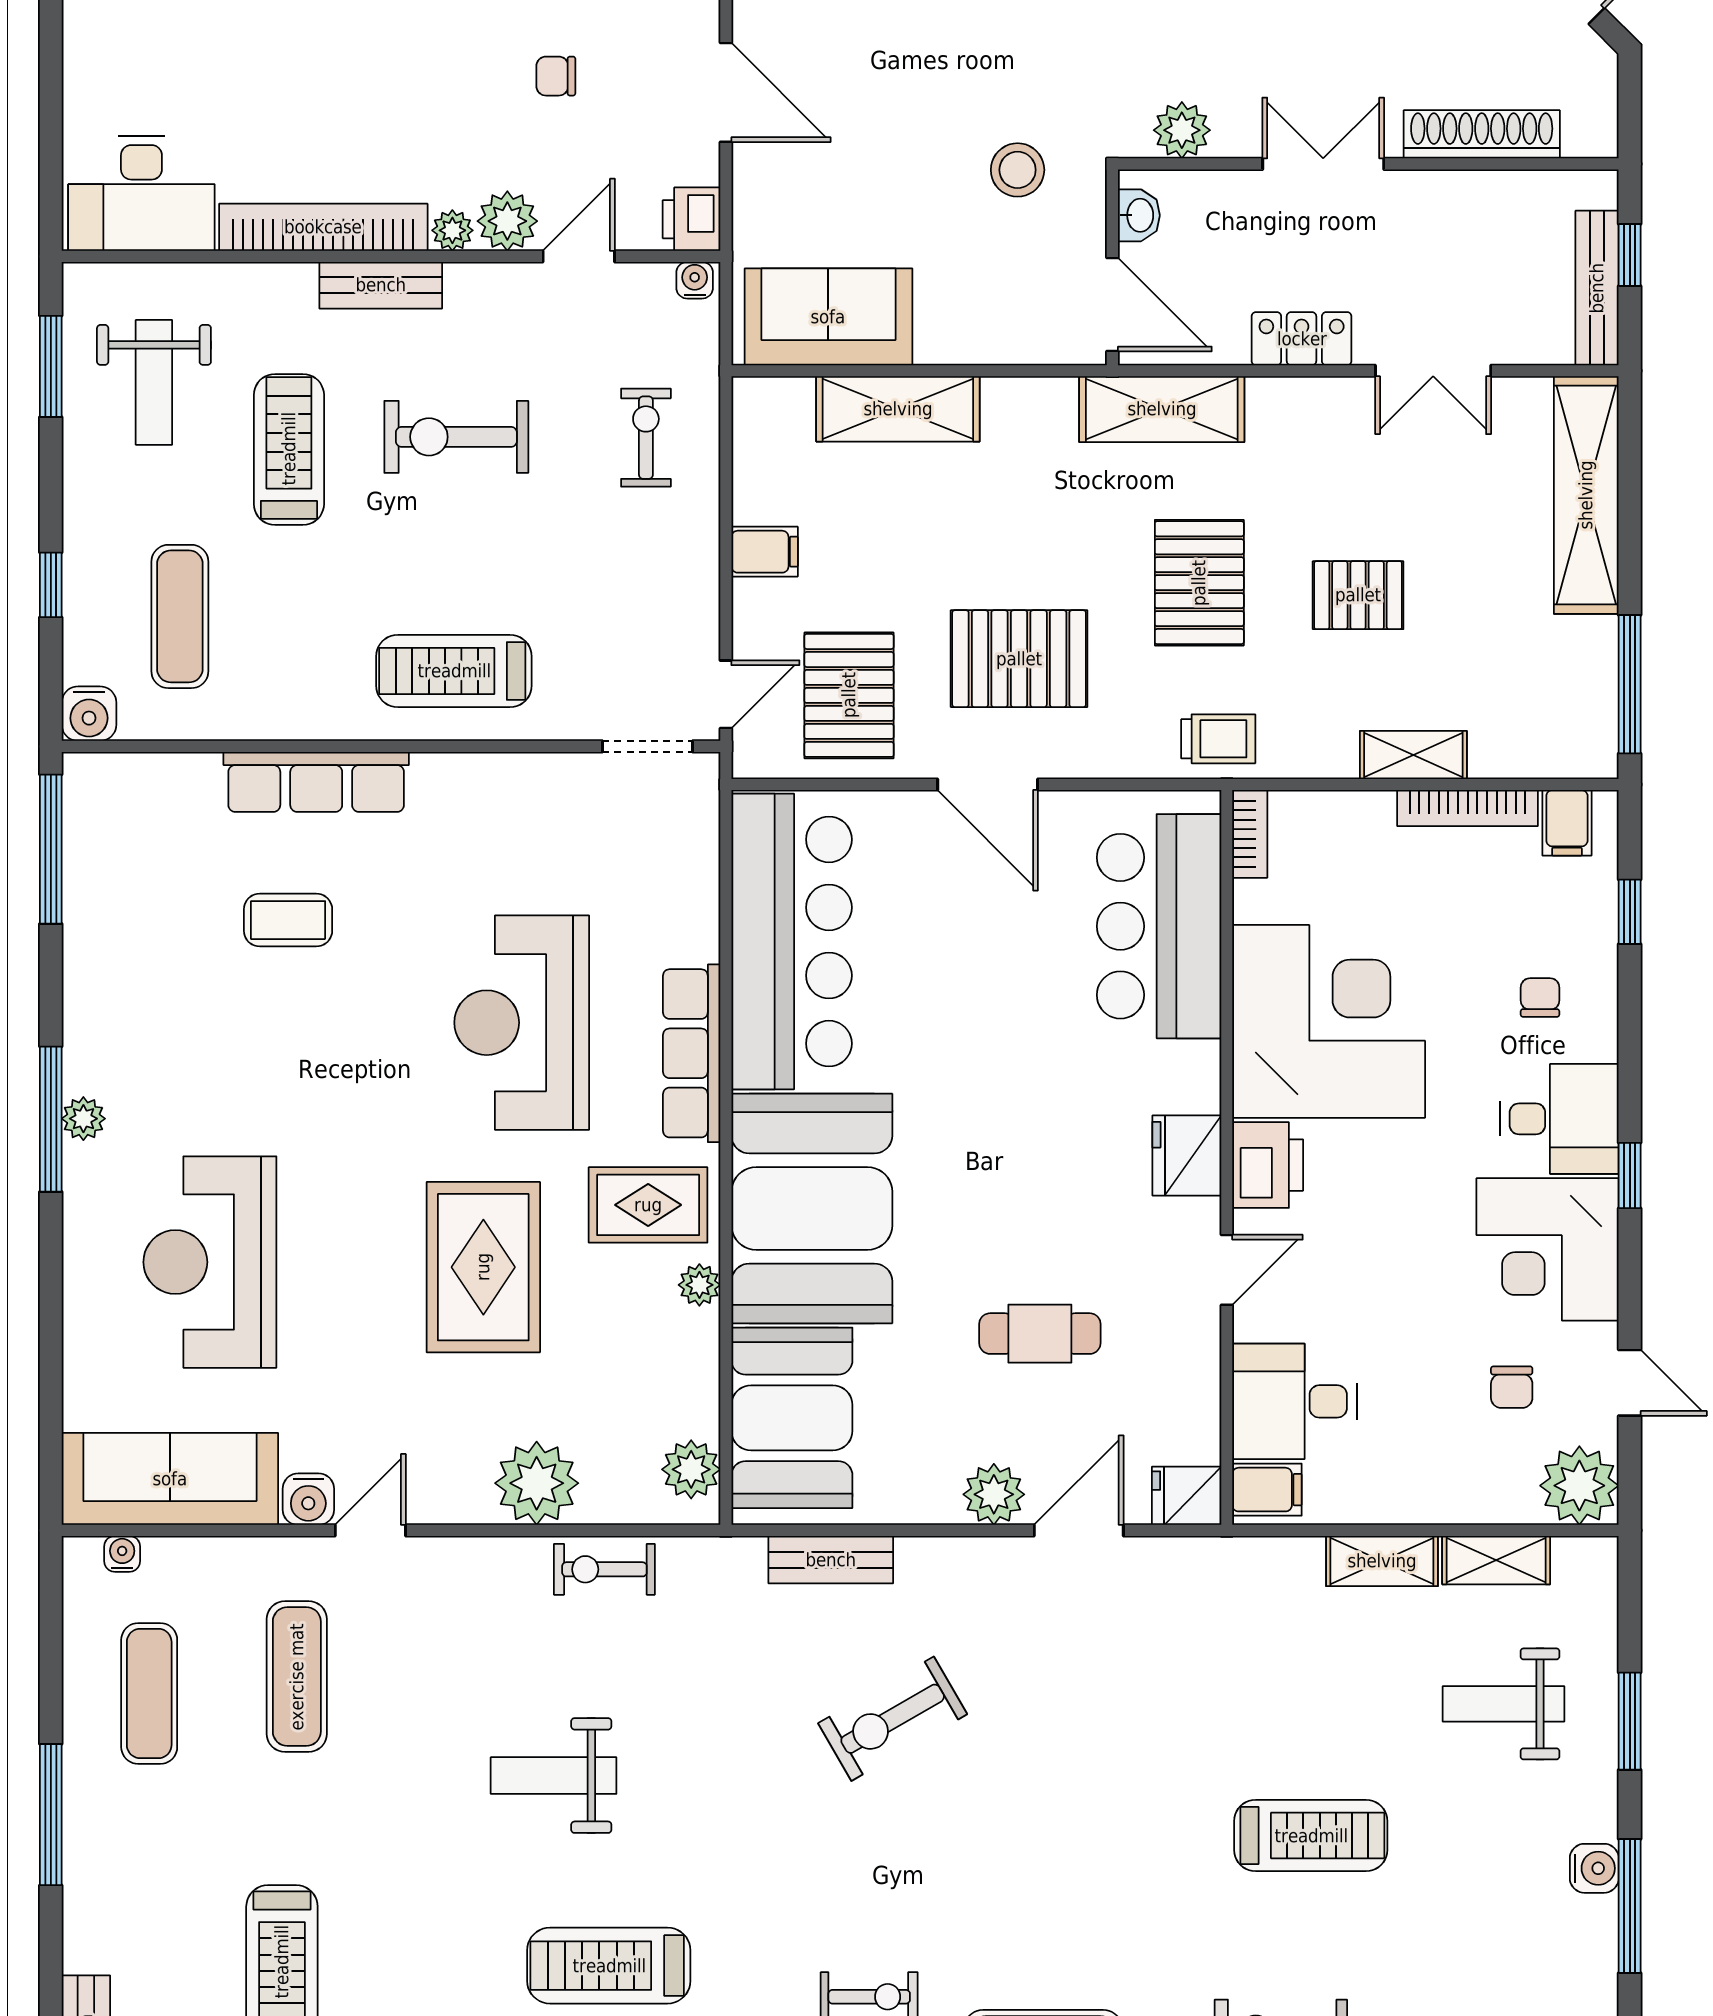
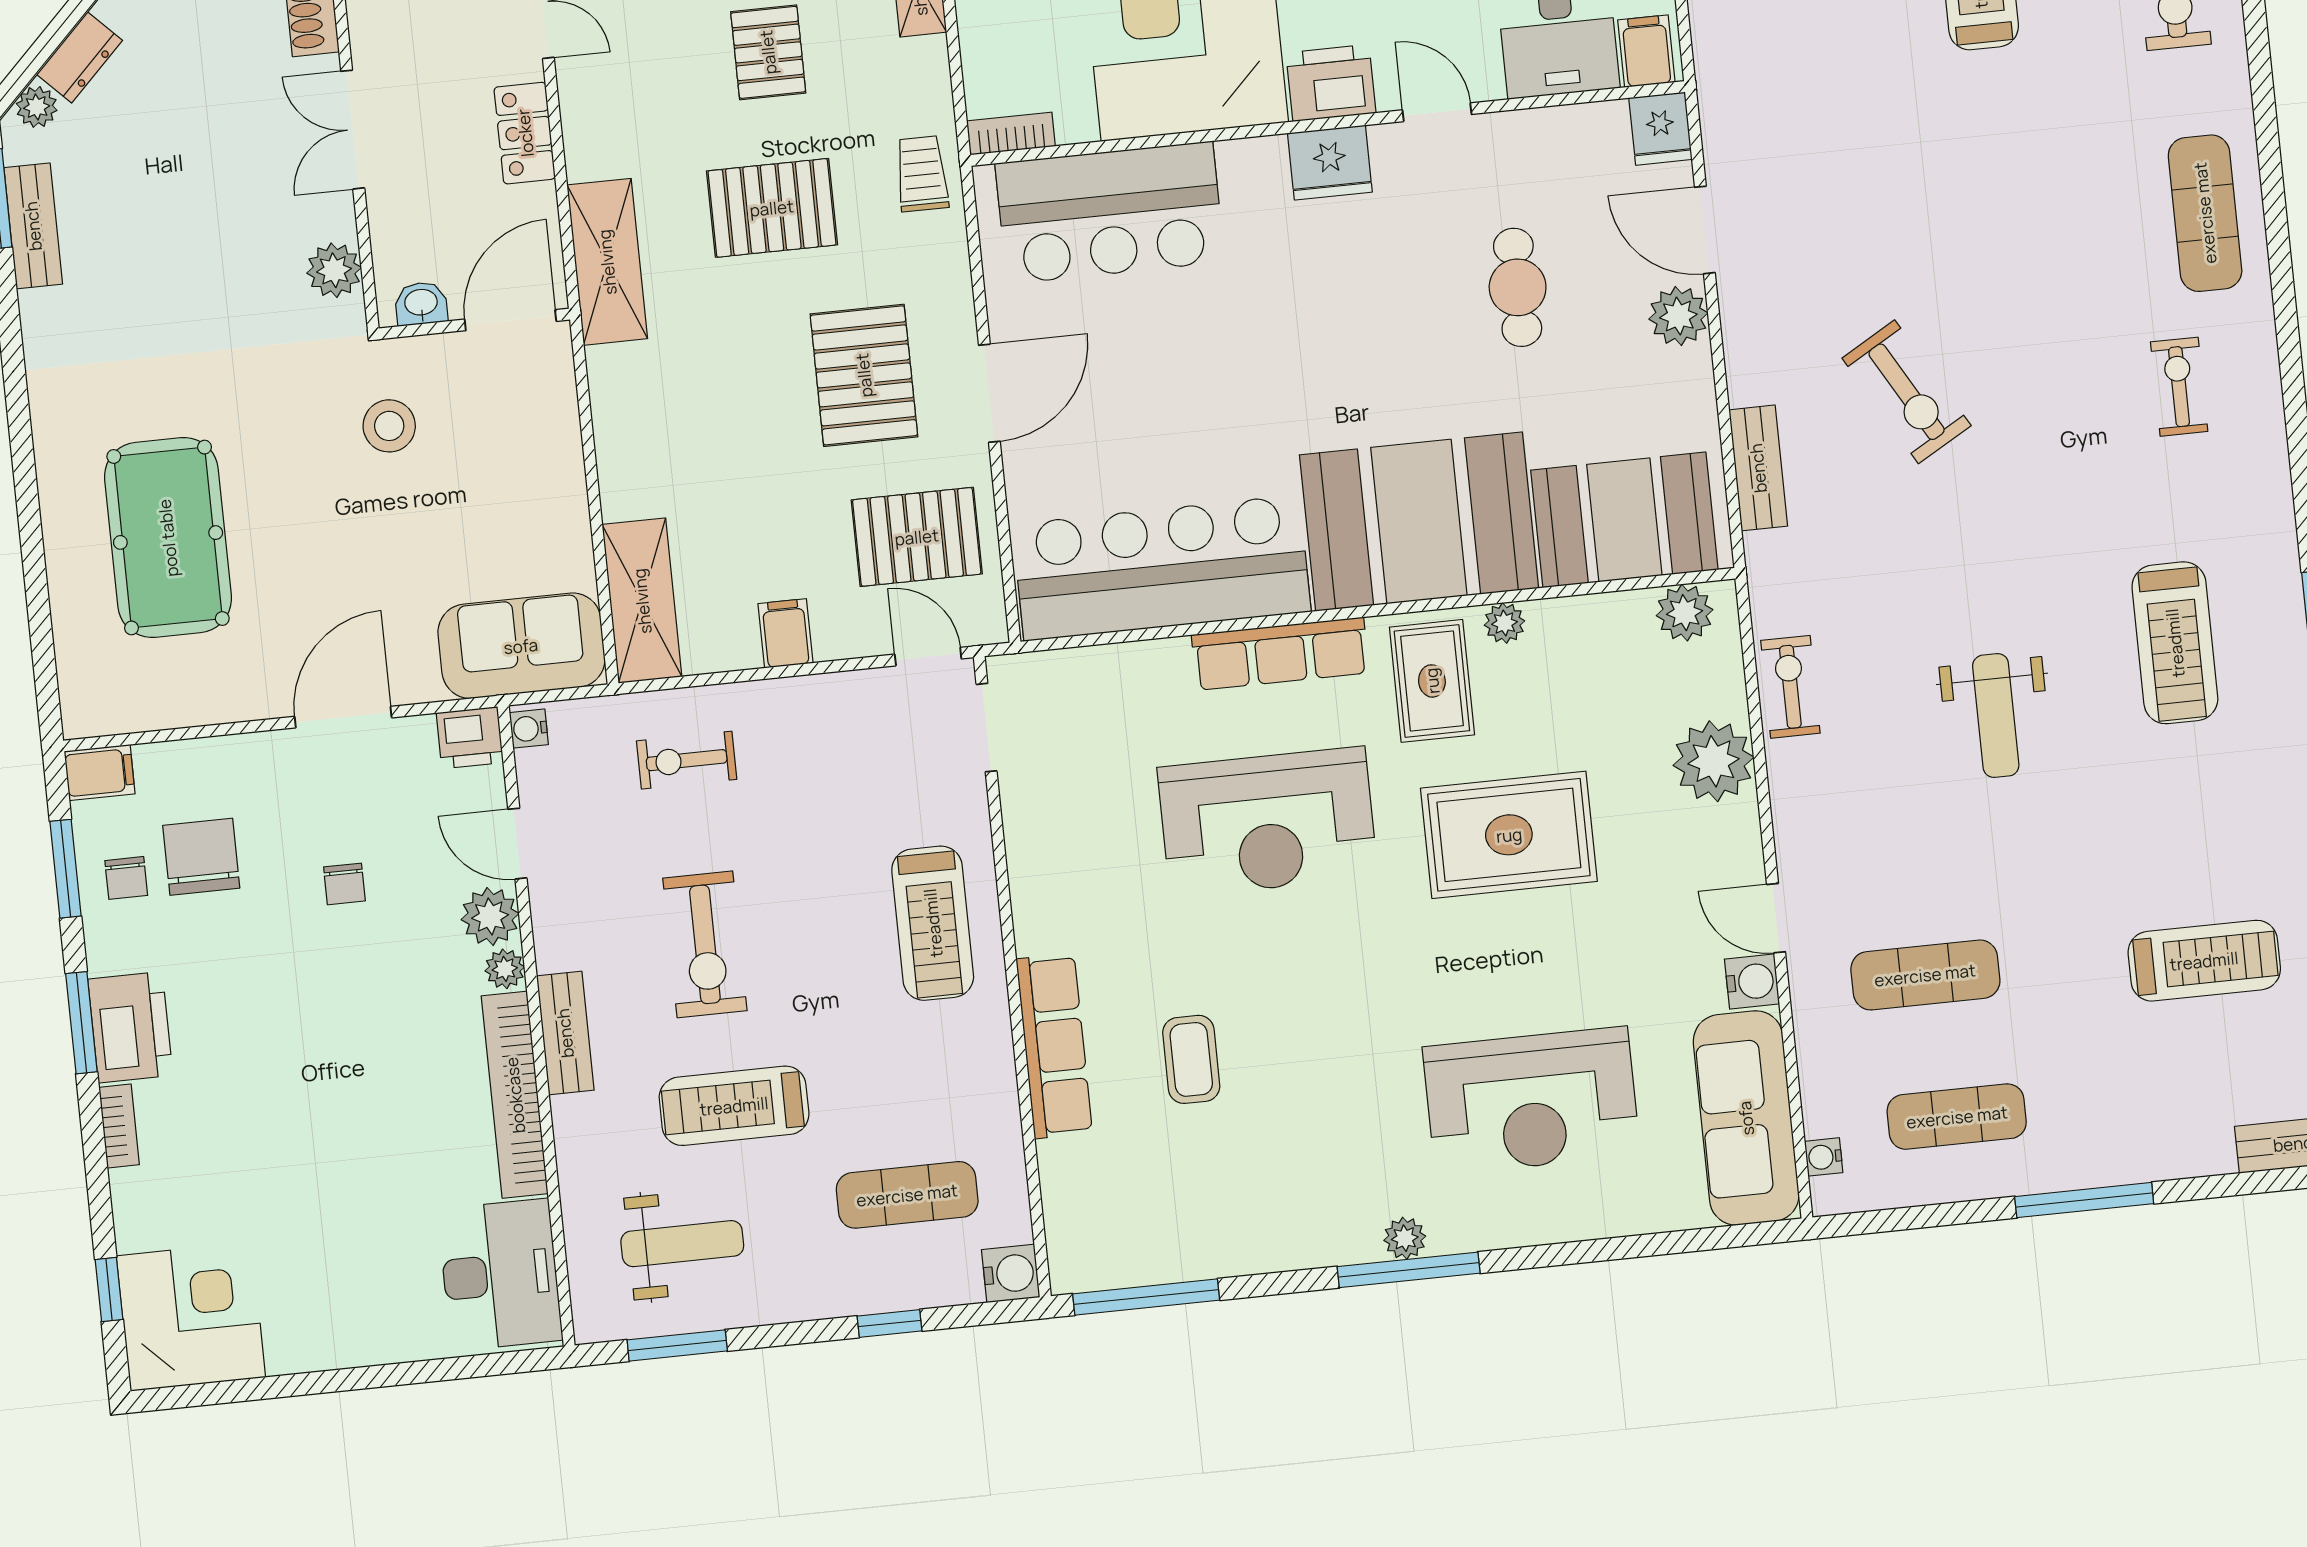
sofa: (828, 317) -> (521, 646), moved, turned 90
shelving: (898, 409) -> (642, 601), moved
exercise bike: (604, 1569) -> (1790, 687), turned 180

